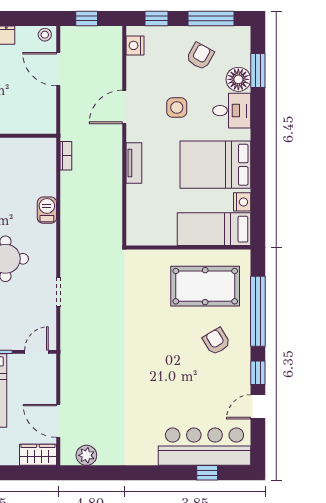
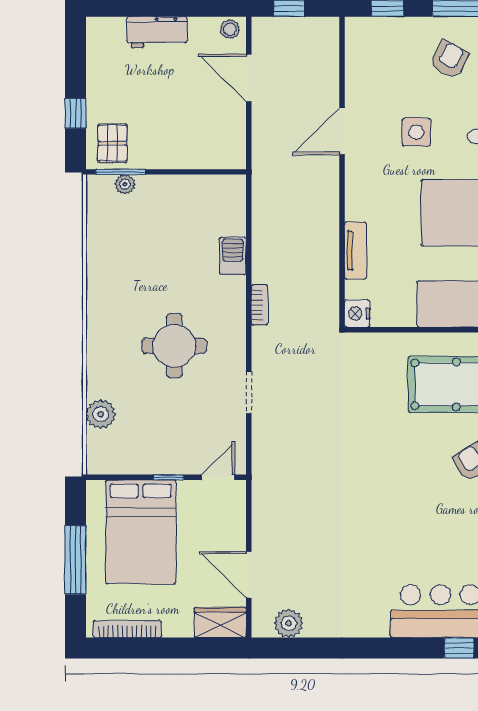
nightstand: (135, 45) -> (357, 313), moved
bookcase: (66, 156) -> (260, 305), moved
tv unit: (134, 163) -> (356, 250), moved
barbecue: (47, 210) -> (233, 256), moved

